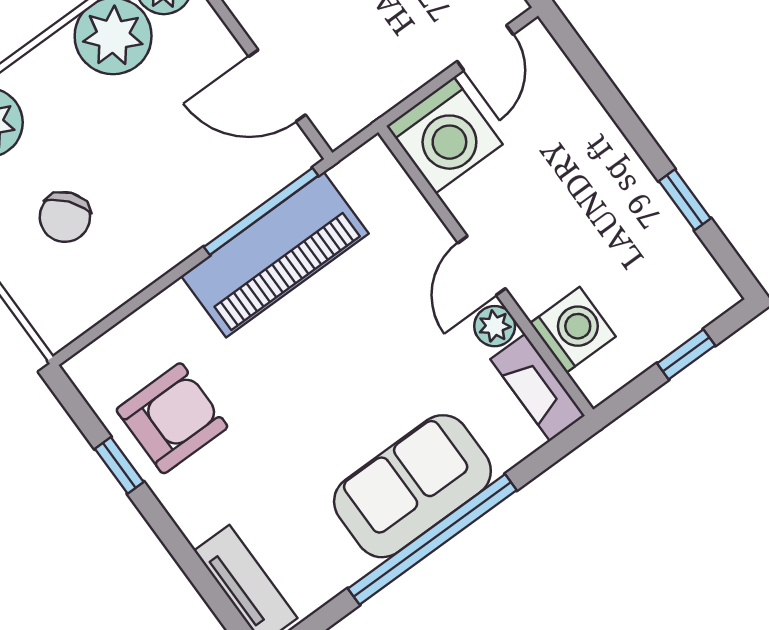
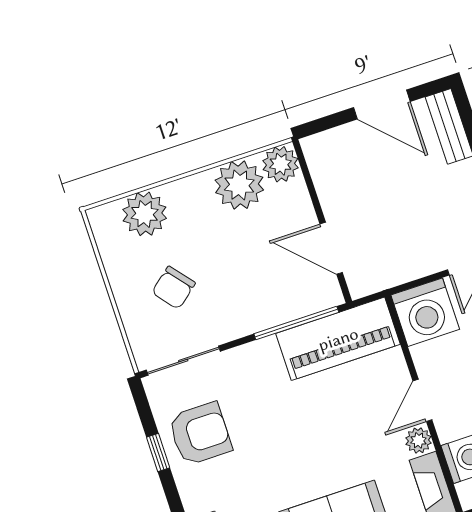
piano: (275, 255) -> (338, 339), moved
sliding door: (113, 319) -> (183, 361), added

